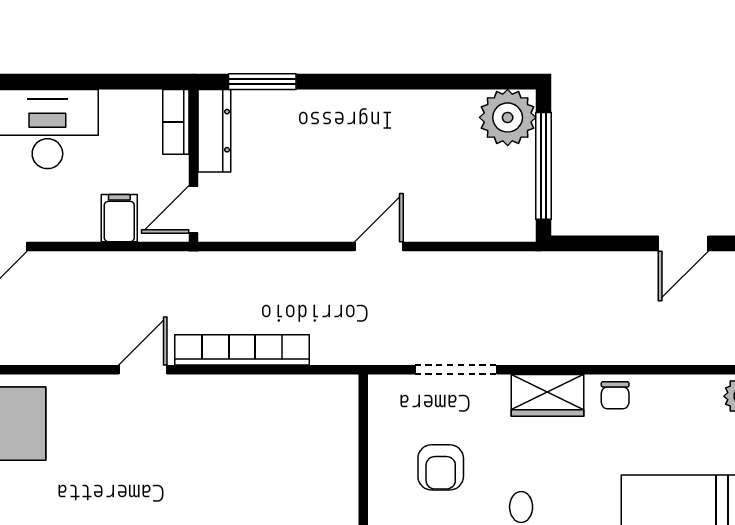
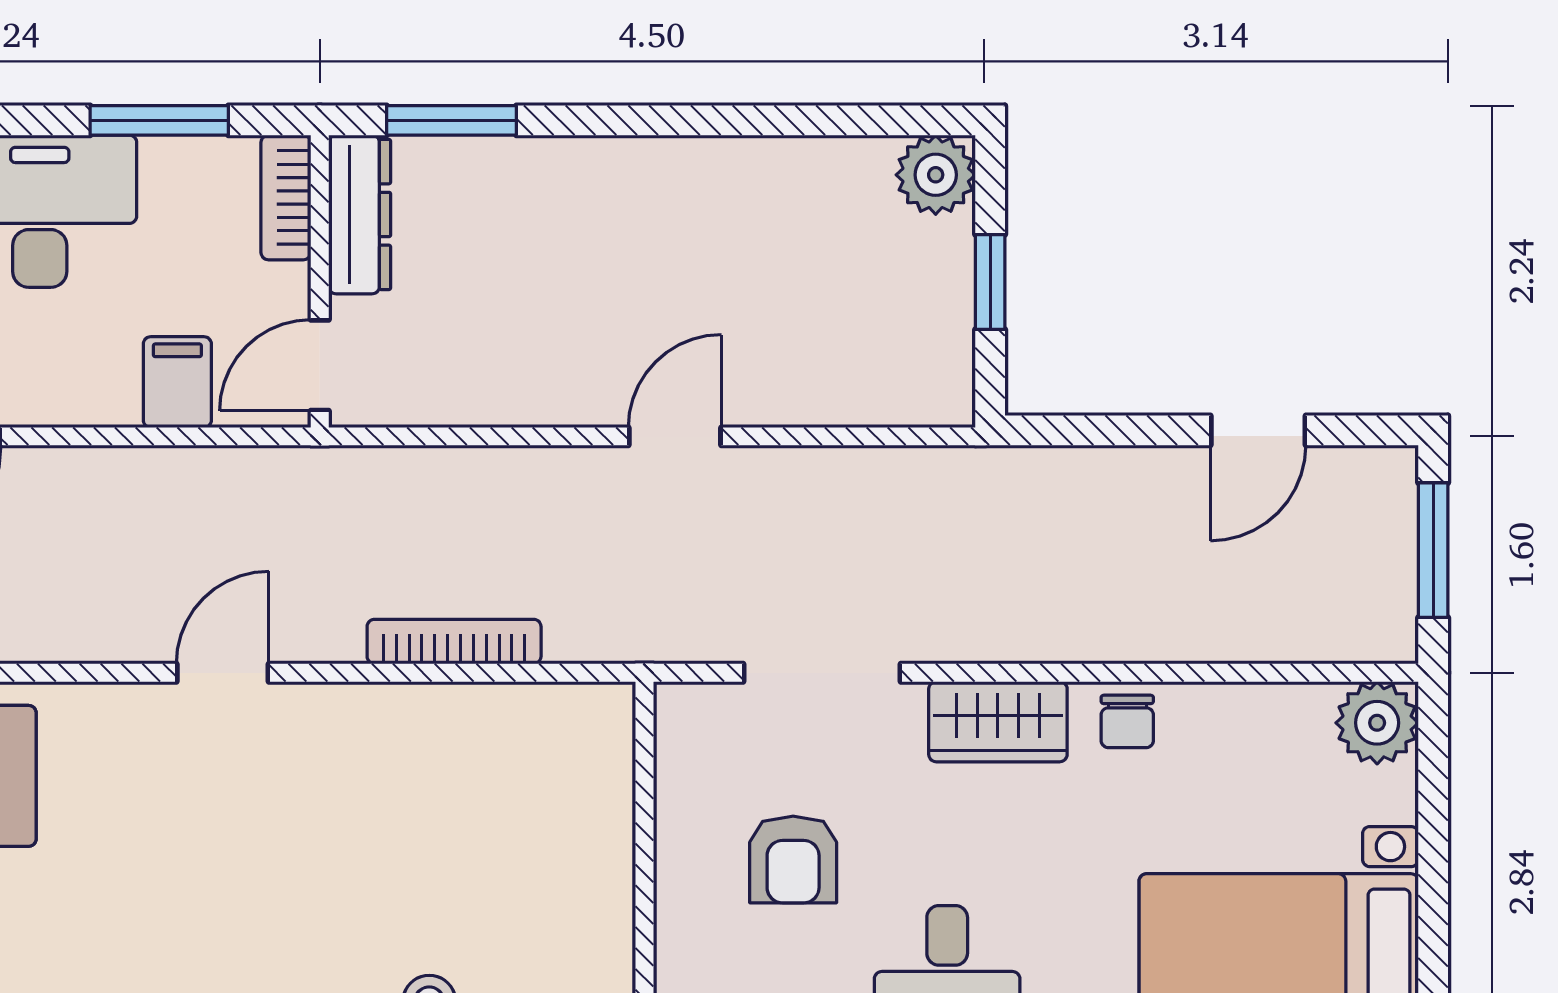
window: (110, 82) -> (159, 120), added
plant: (508, 117) -> (936, 175), width x0.73, depth x0.73
window: (544, 166) -> (990, 282), width x0.46
bookcase: (242, 350) -> (454, 642), width x0.68, depth x0.76

